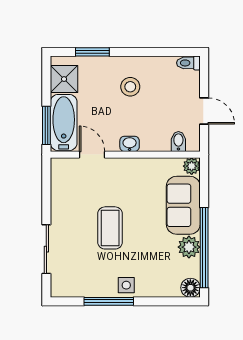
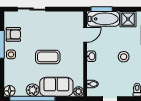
coffee table: (110, 228) -> (48, 57), moved
armchair: (91, 281) -> (13, 34), added

